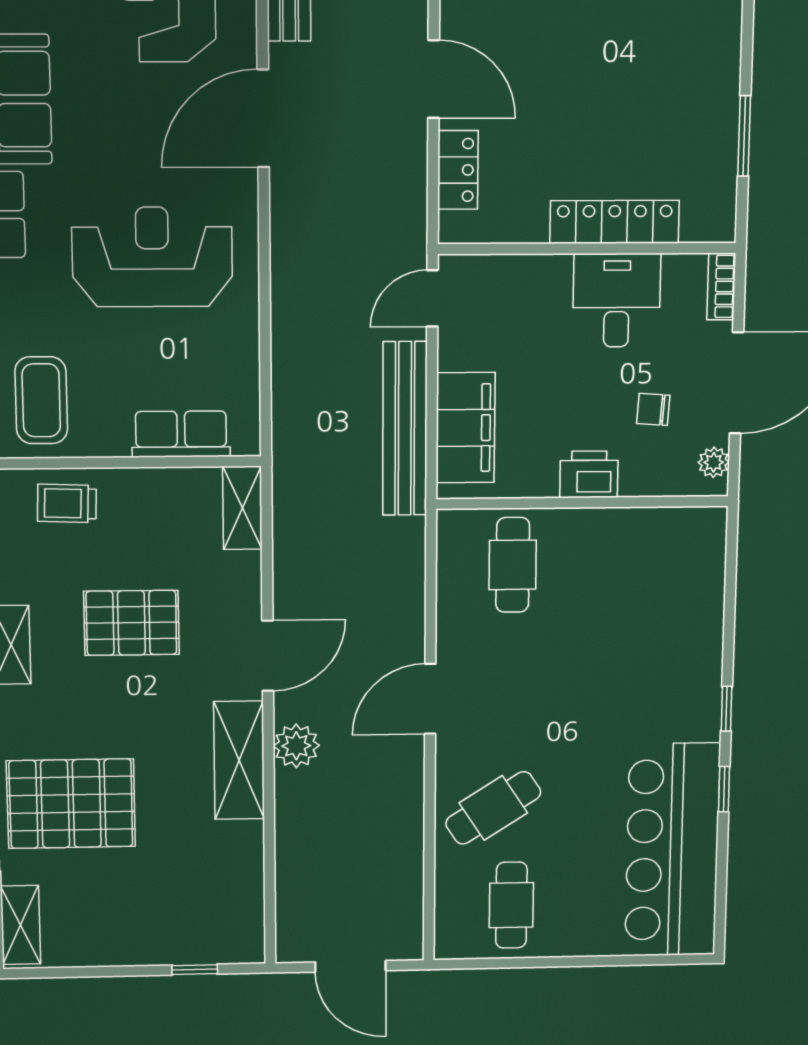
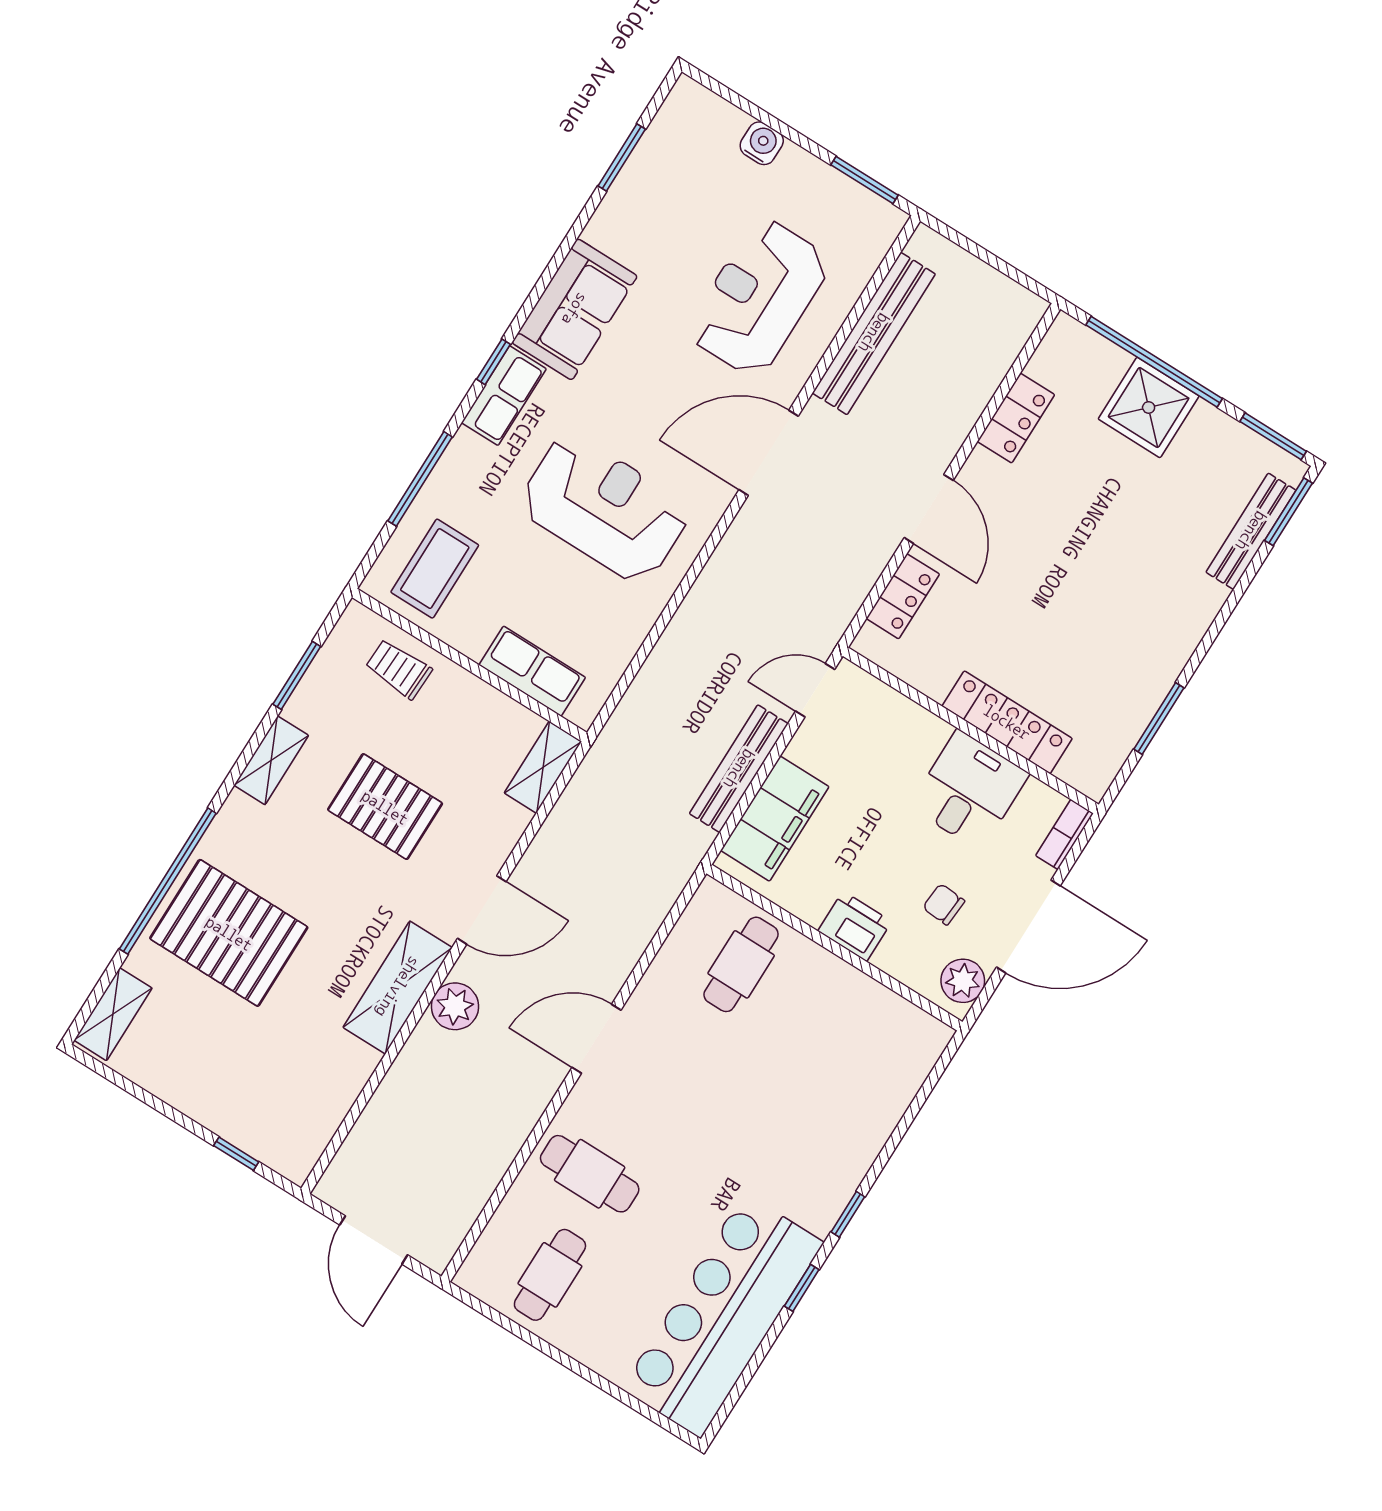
bench: (405, 429) -> (739, 769), width x0.73, depth x0.82
plant: (714, 462) -> (963, 981), width x1.38, depth x1.38
cafe table: (493, 808) -> (590, 1174), turned 33

